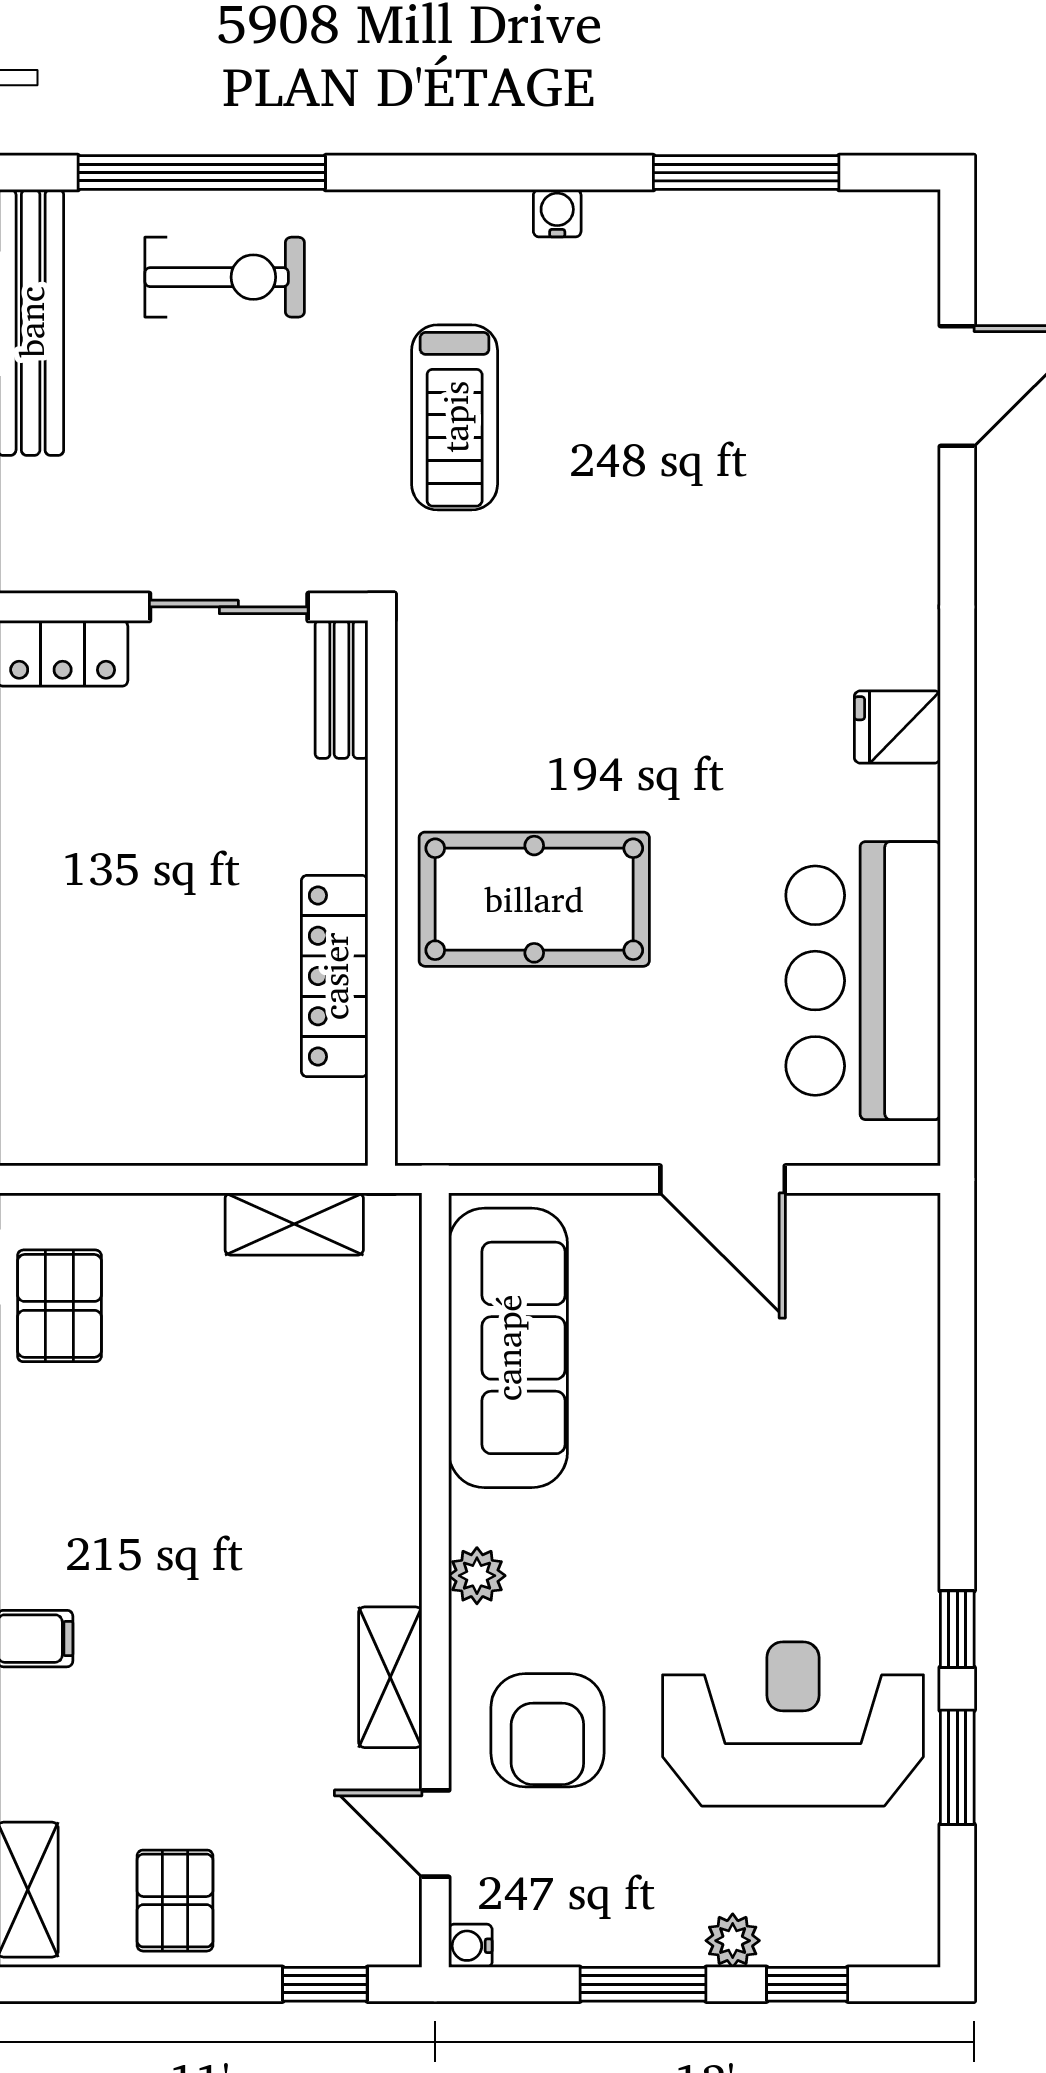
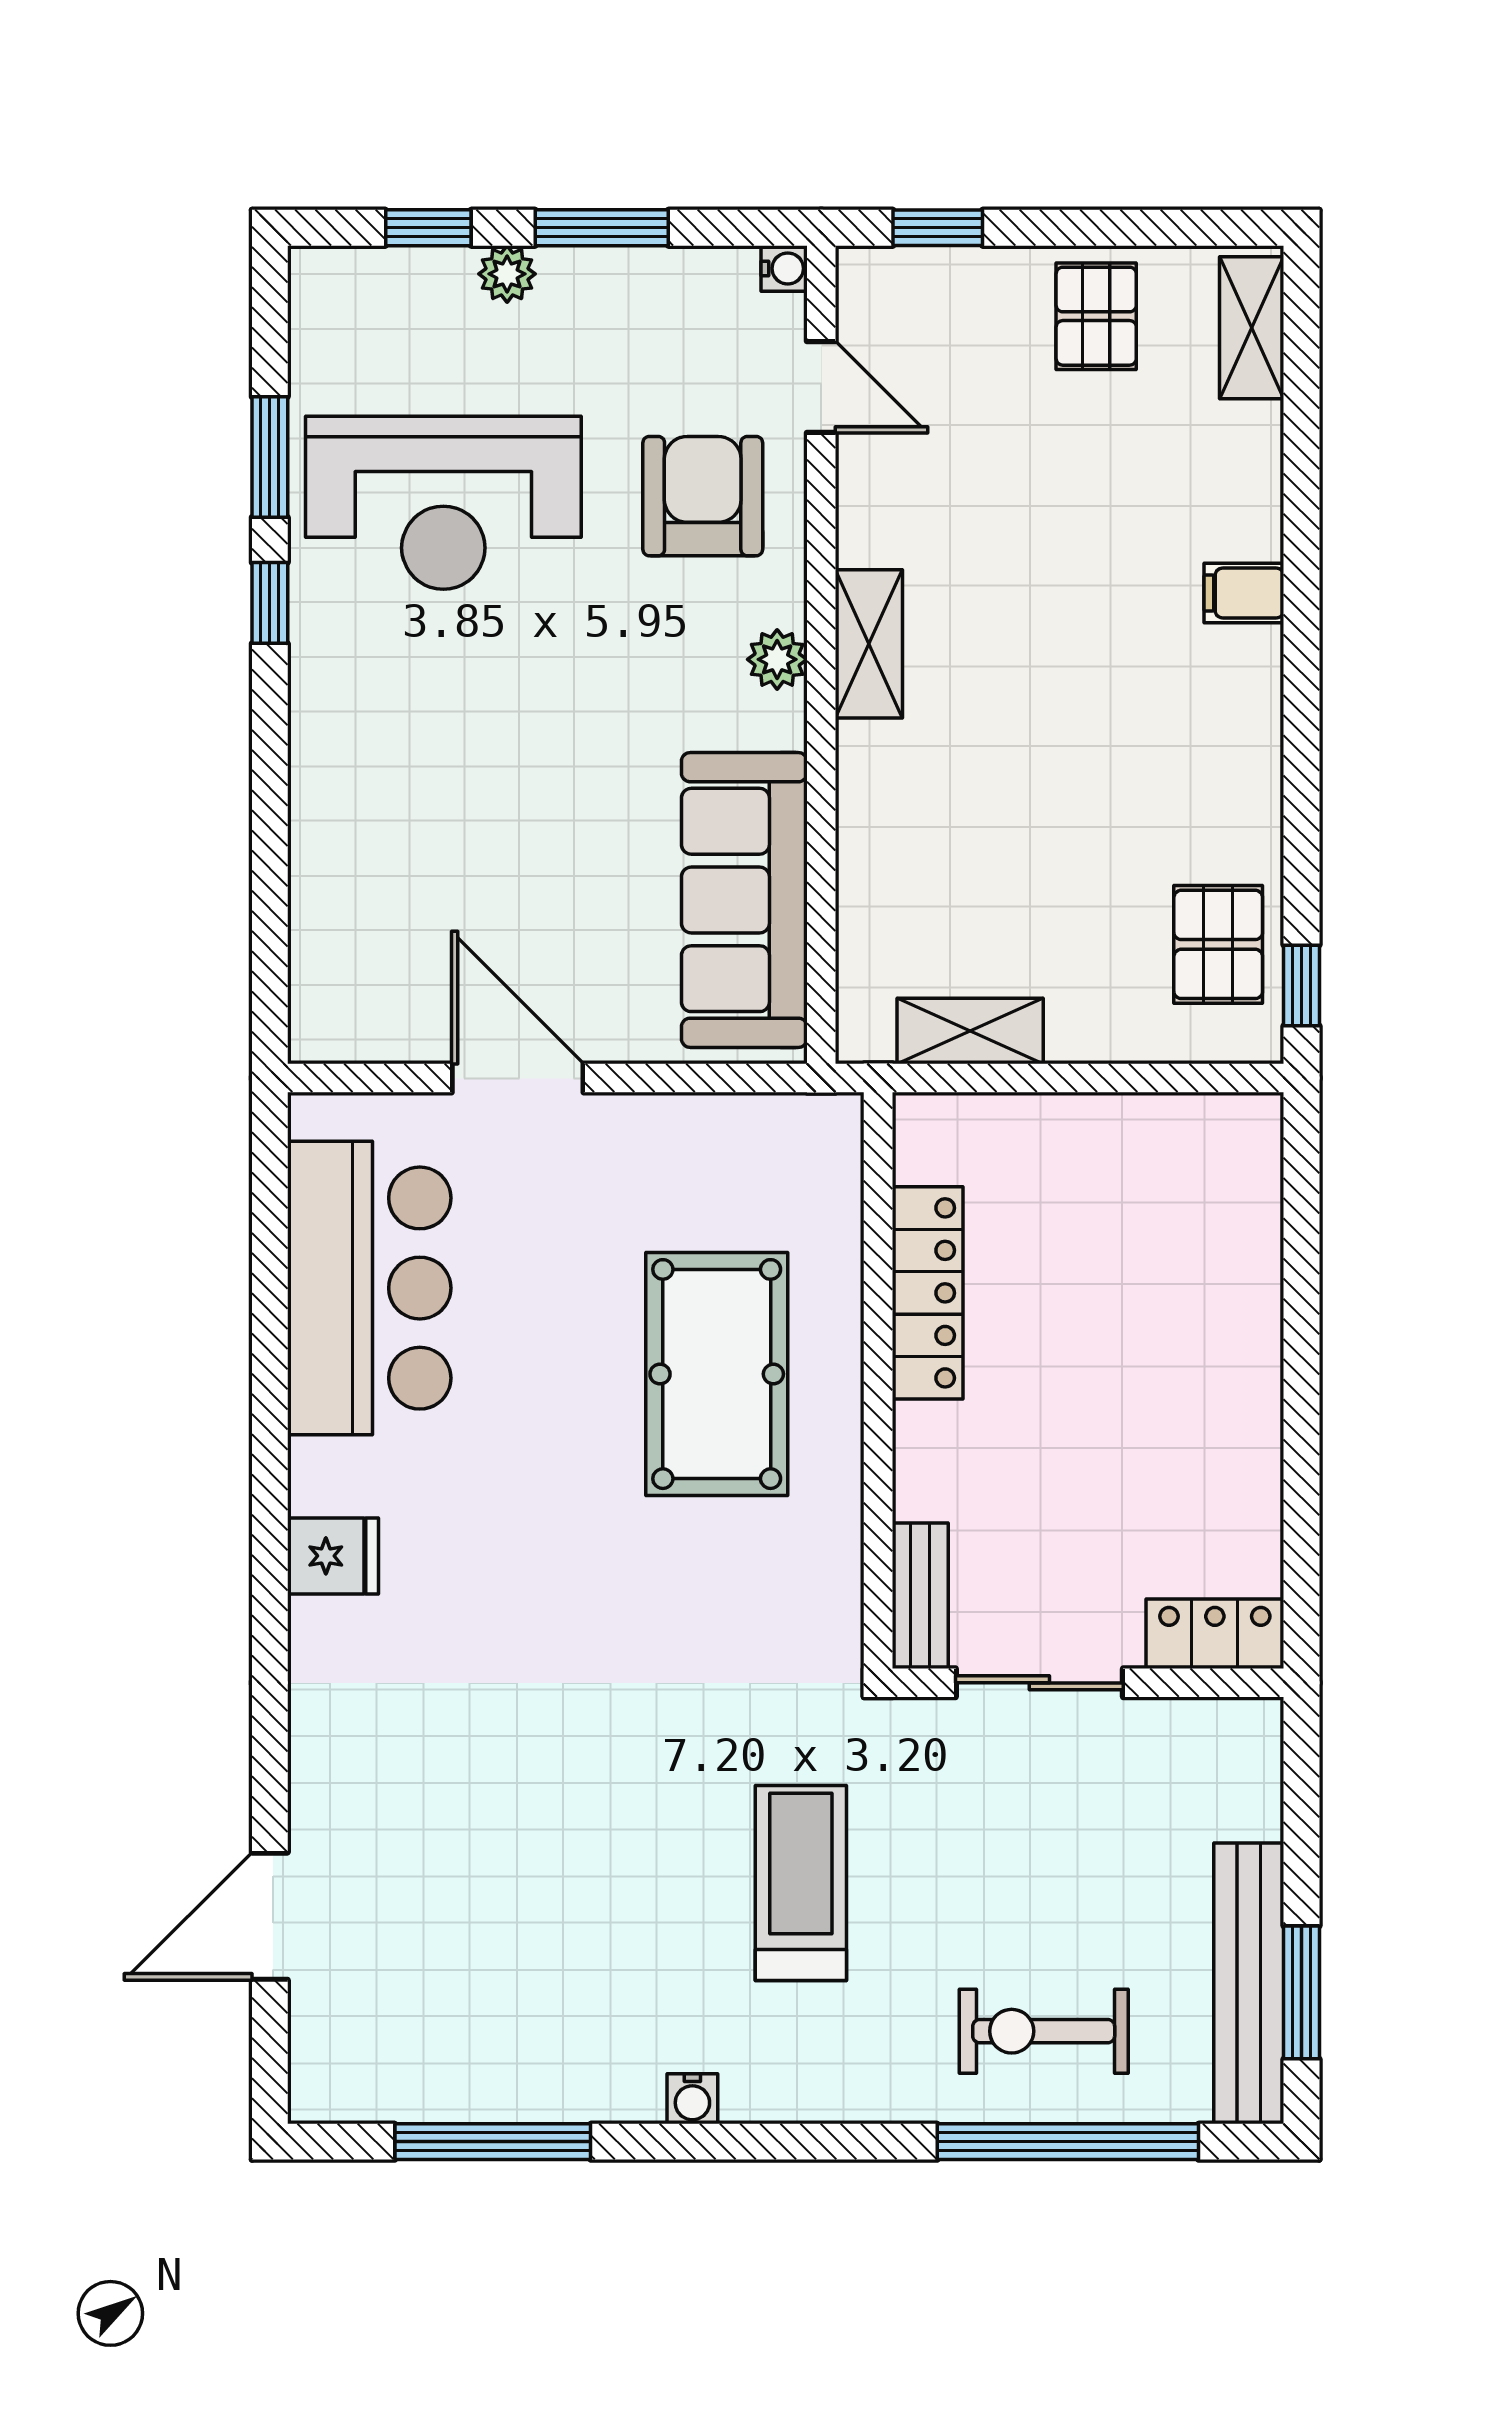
pool table: (534, 899) -> (717, 1374), turned 90
shelving: (390, 1677) -> (869, 644), moved

